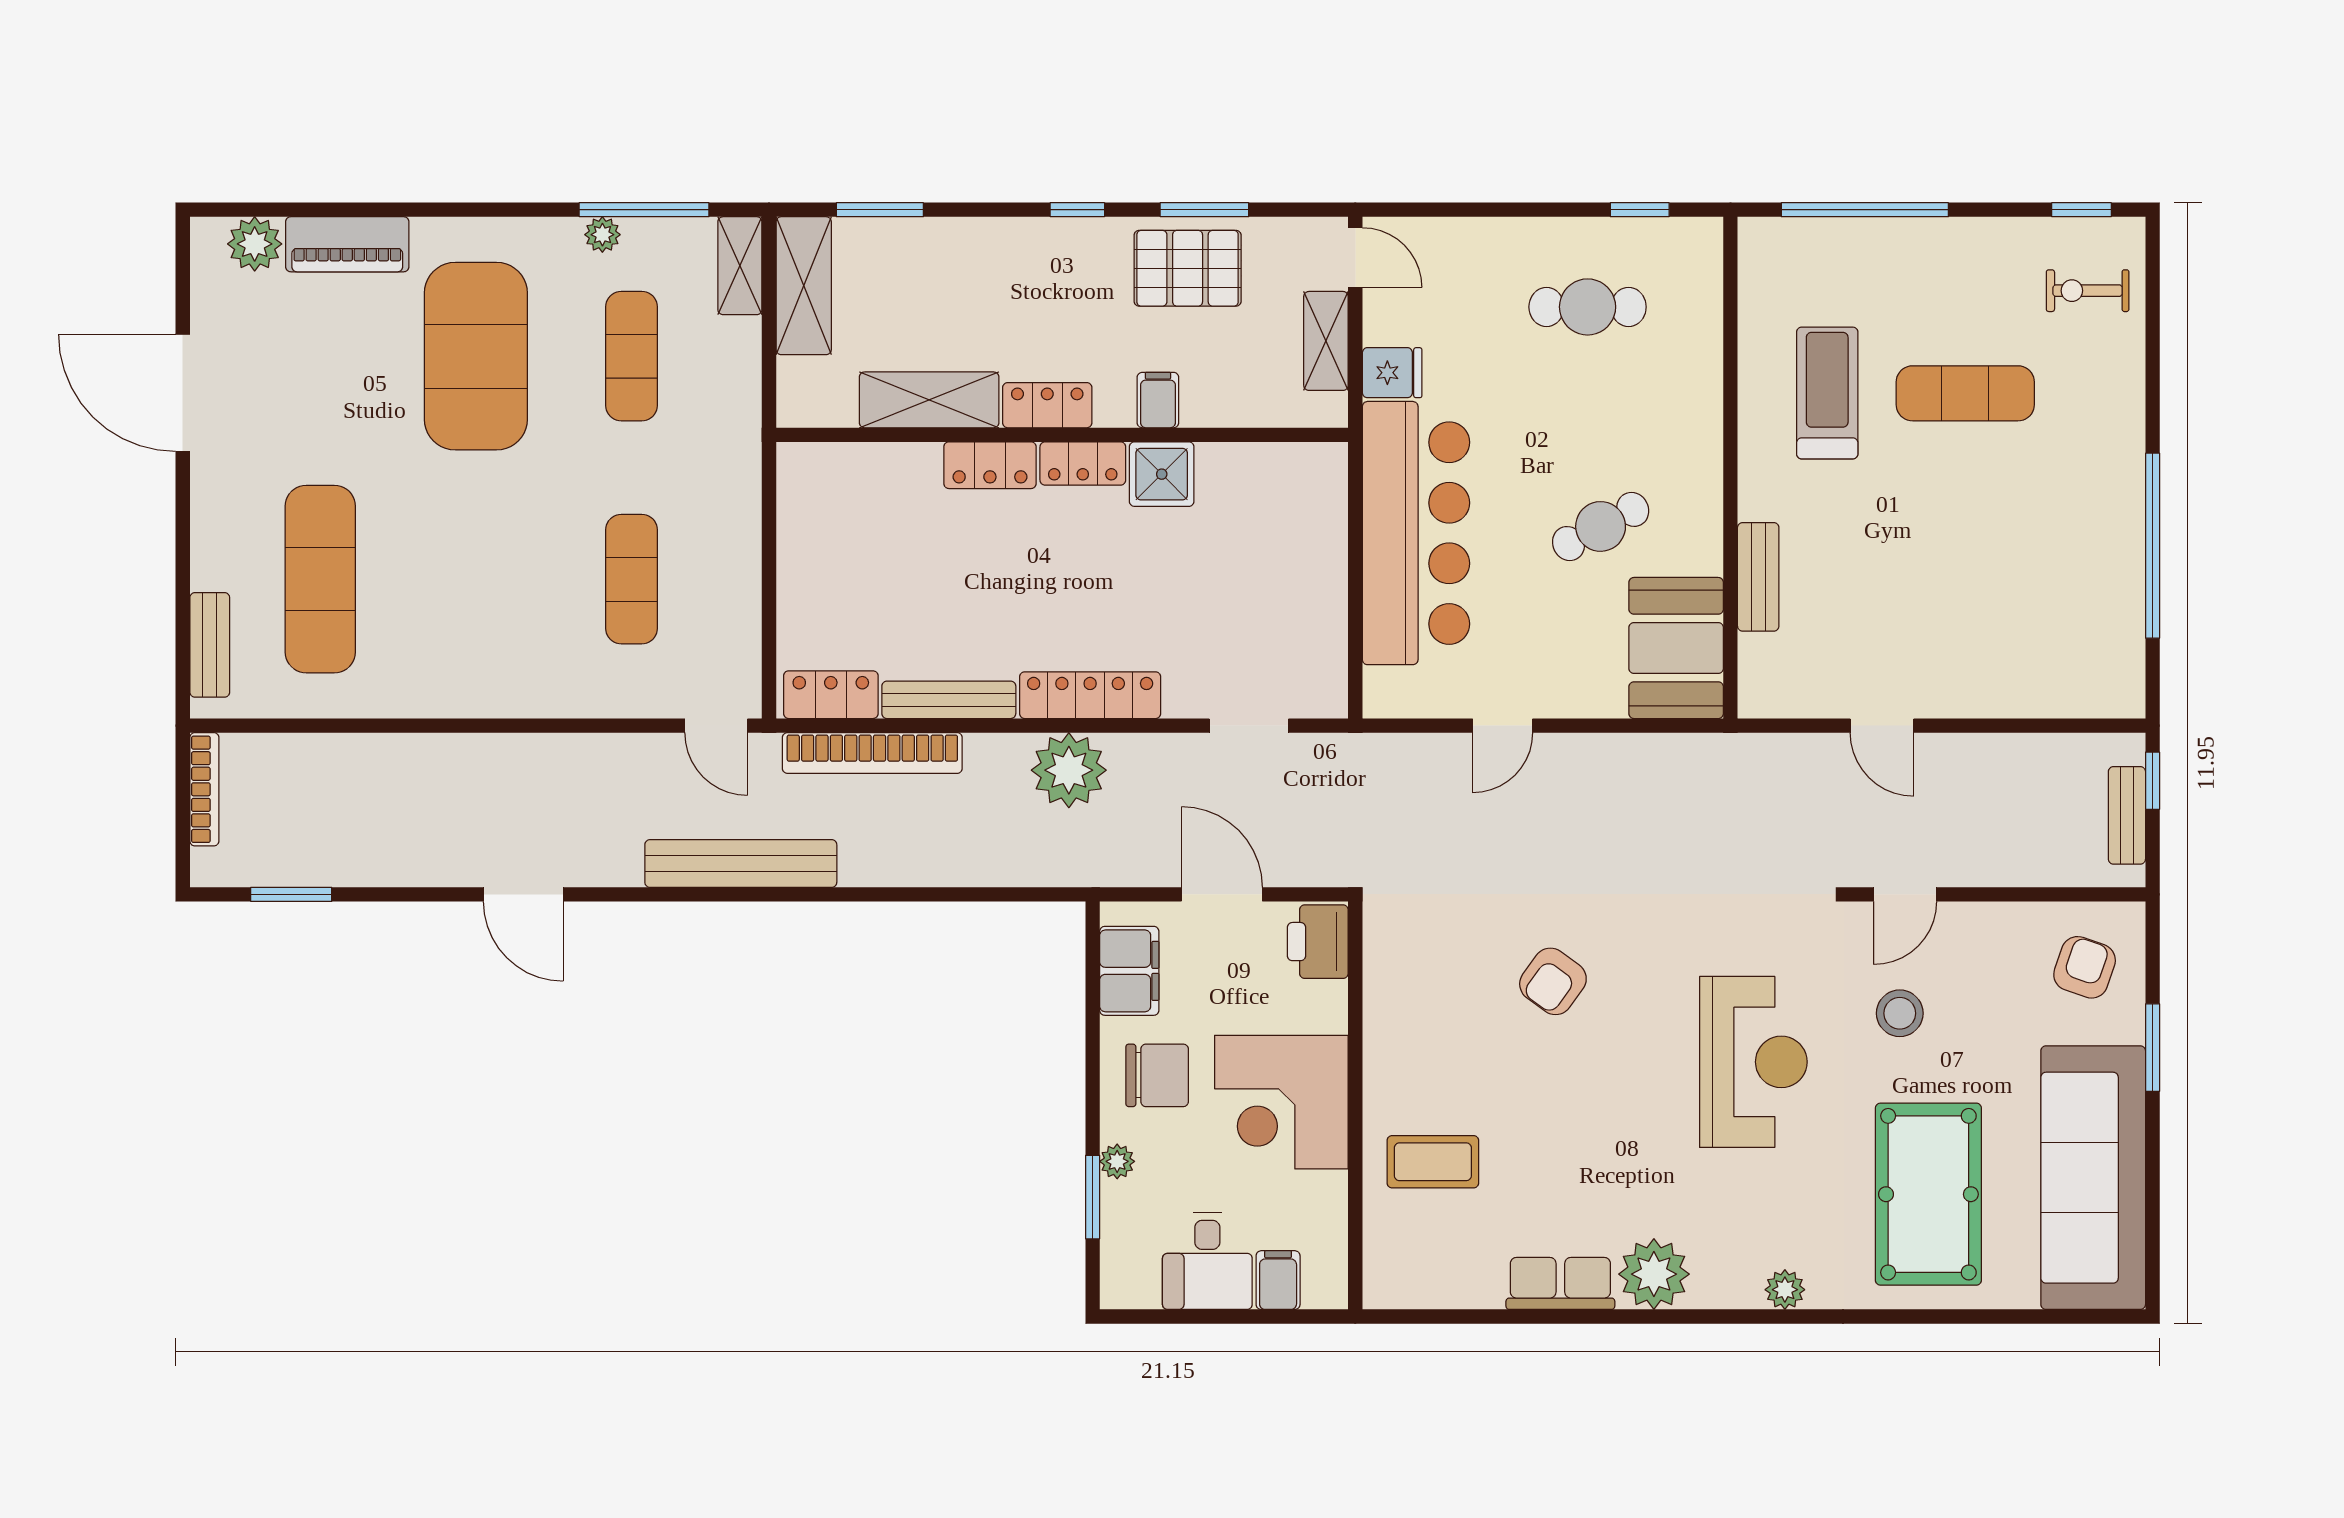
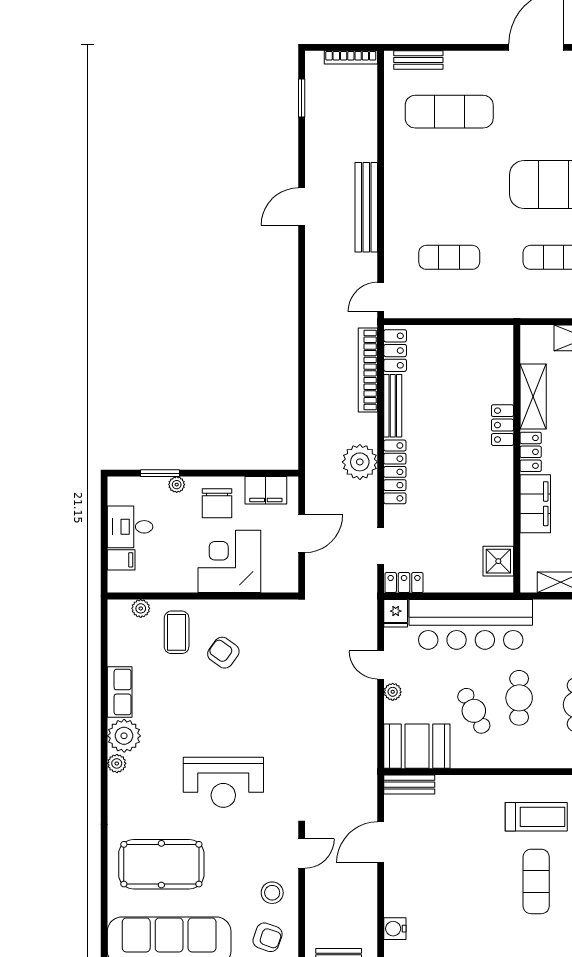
fridge: (1392, 373) -> (396, 613), moved
filing cabinet: (1158, 400) -> (535, 504), width x3.00, depth x1.17
cafe table: (1573, 430) -> (519, 698), added
locker: (1083, 463) -> (404, 583), moved, turned 90
shower: (1162, 474) -> (498, 561), moved
bench: (1758, 577) -> (409, 785), moved
water cooler: (2066, 695) -> (395, 929), added
plant: (1560, 700) -> (393, 692), added
door: (1882, 726) -> (381, 842), width x1.38
bench: (741, 863) -> (366, 207), moved
door: (1905, 894) -> (302, 853), swing flipped
printer: (1318, 942) -> (280, 578), removed
armchair: (1553, 981) -> (223, 653), moved
stool: (1900, 1013) -> (272, 893), moved
corner desk: (1281, 1102) -> (229, 561), moved
plant: (1382, 1238) -> (141, 608), added
plant: (1785, 1290) -> (117, 763), moved

